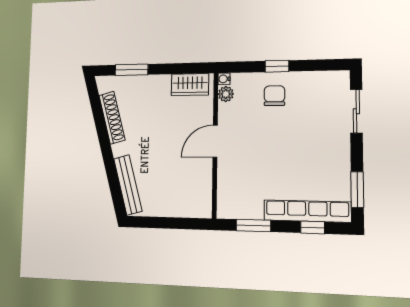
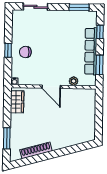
plant: (226, 94) -> (74, 81), moved
bench: (128, 185) -> (77, 140), removed
row of seats: (307, 211) -> (91, 51), moved

